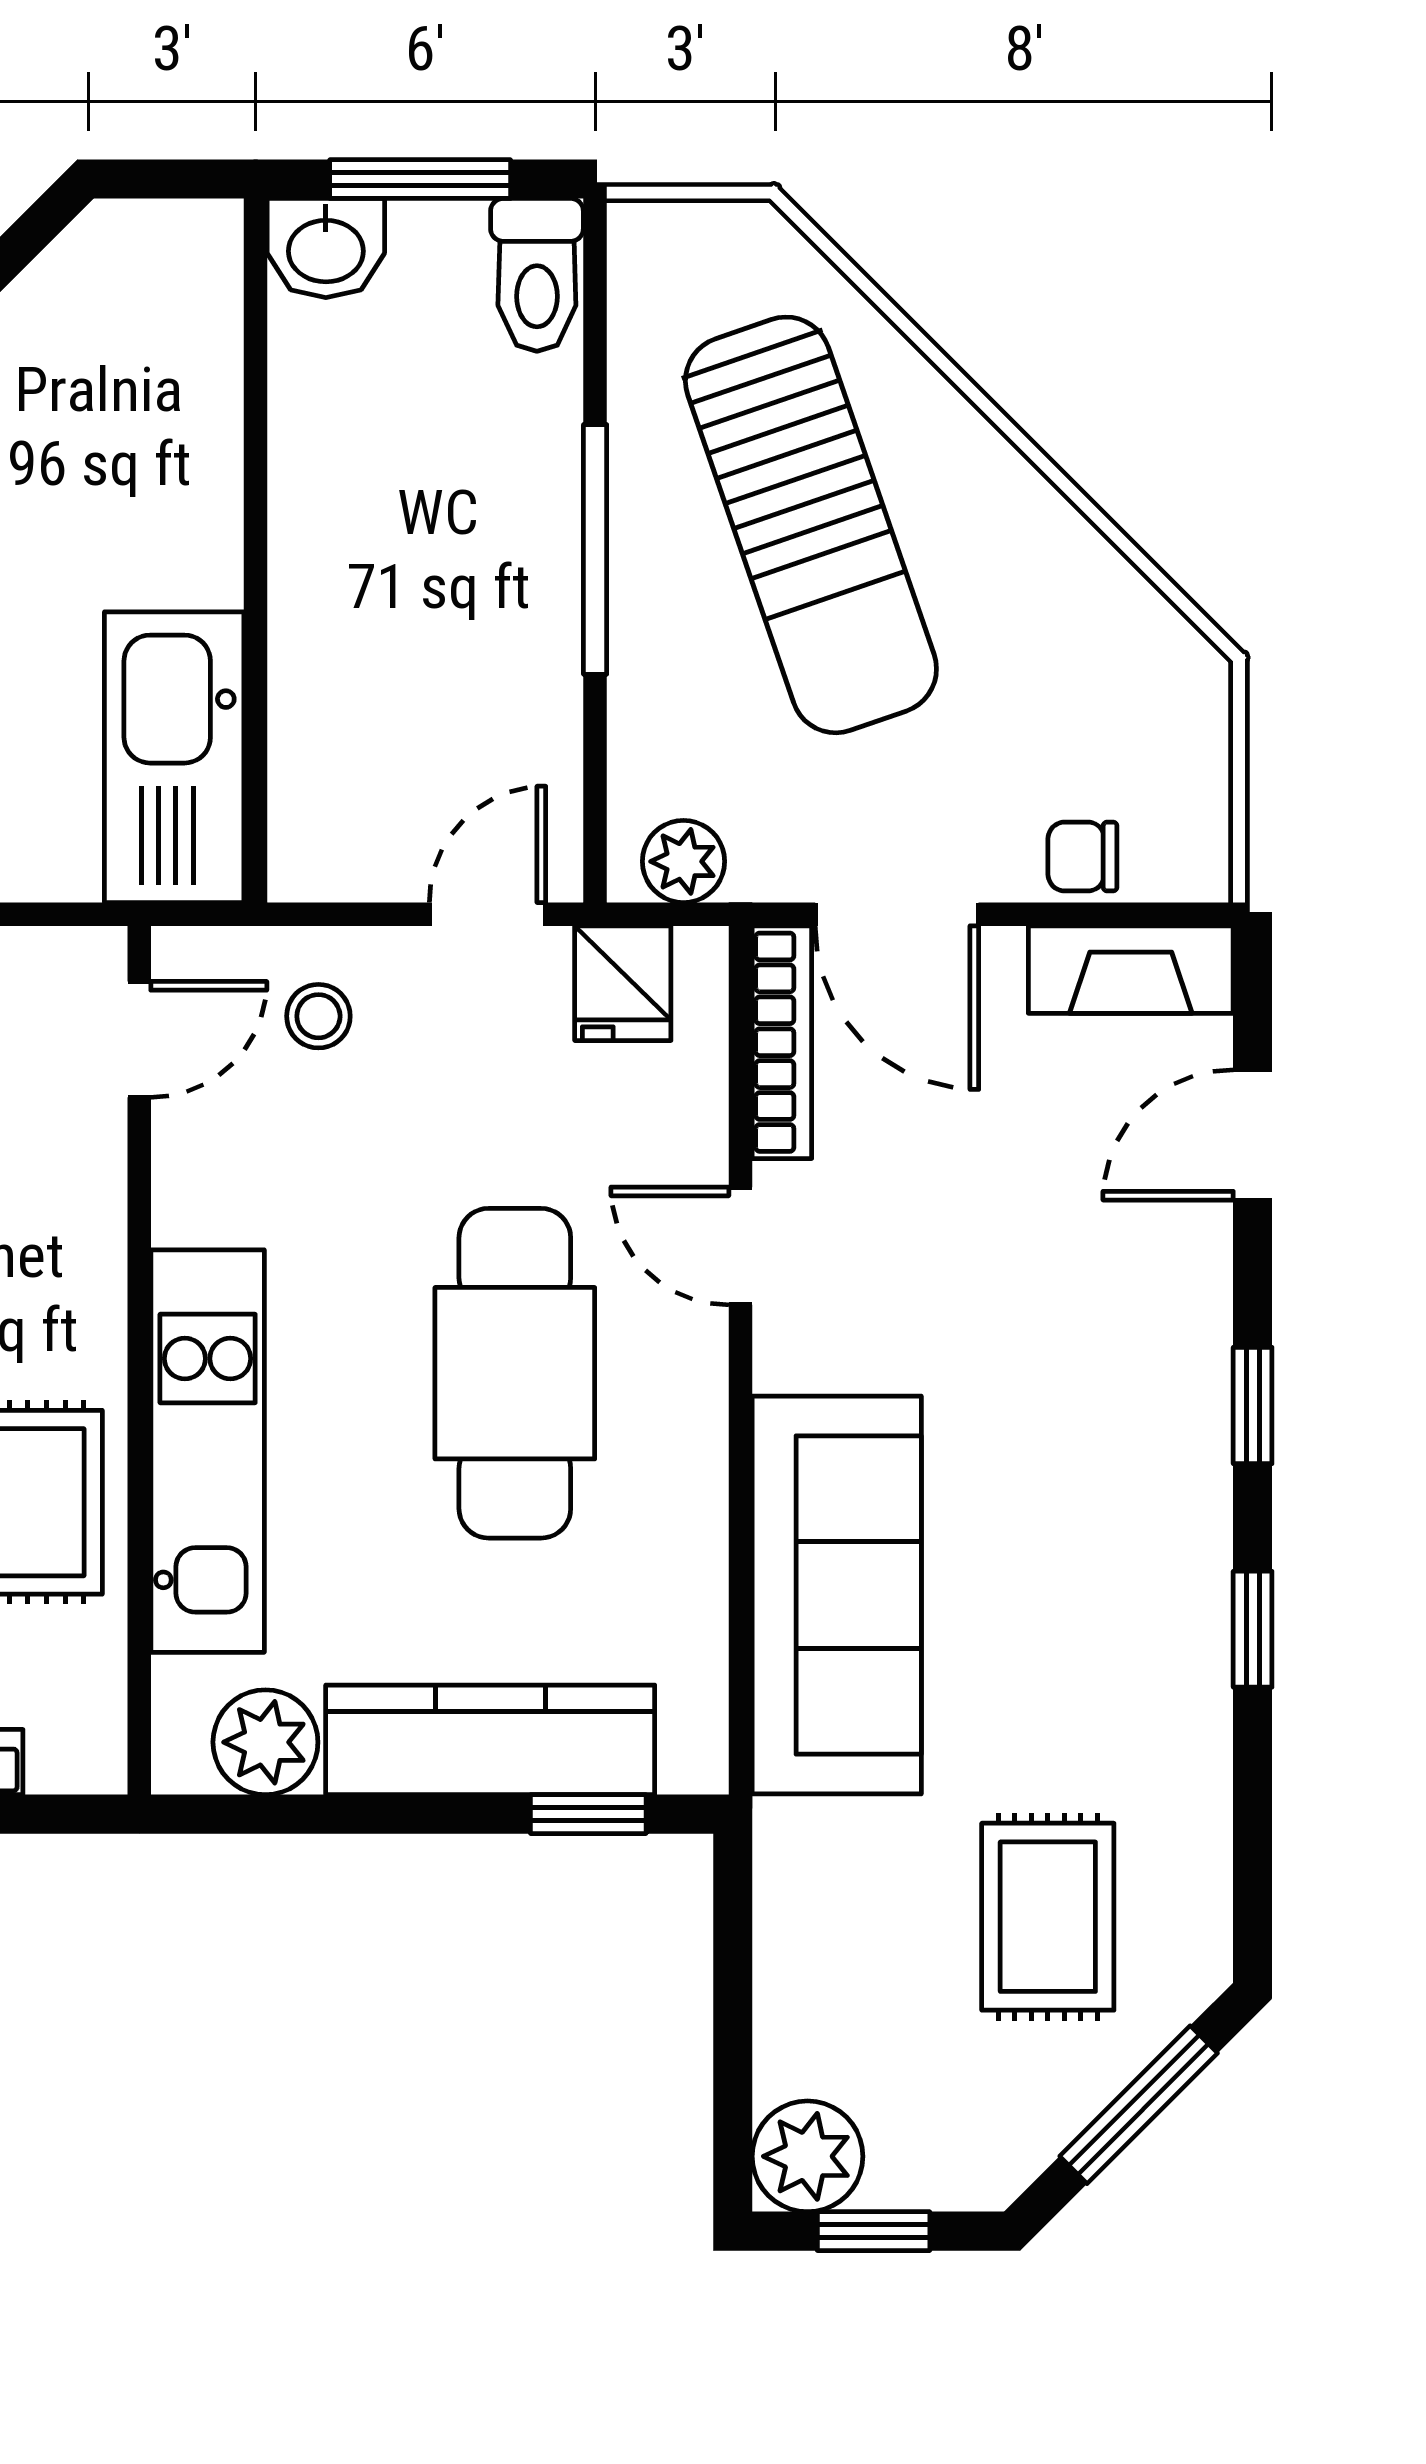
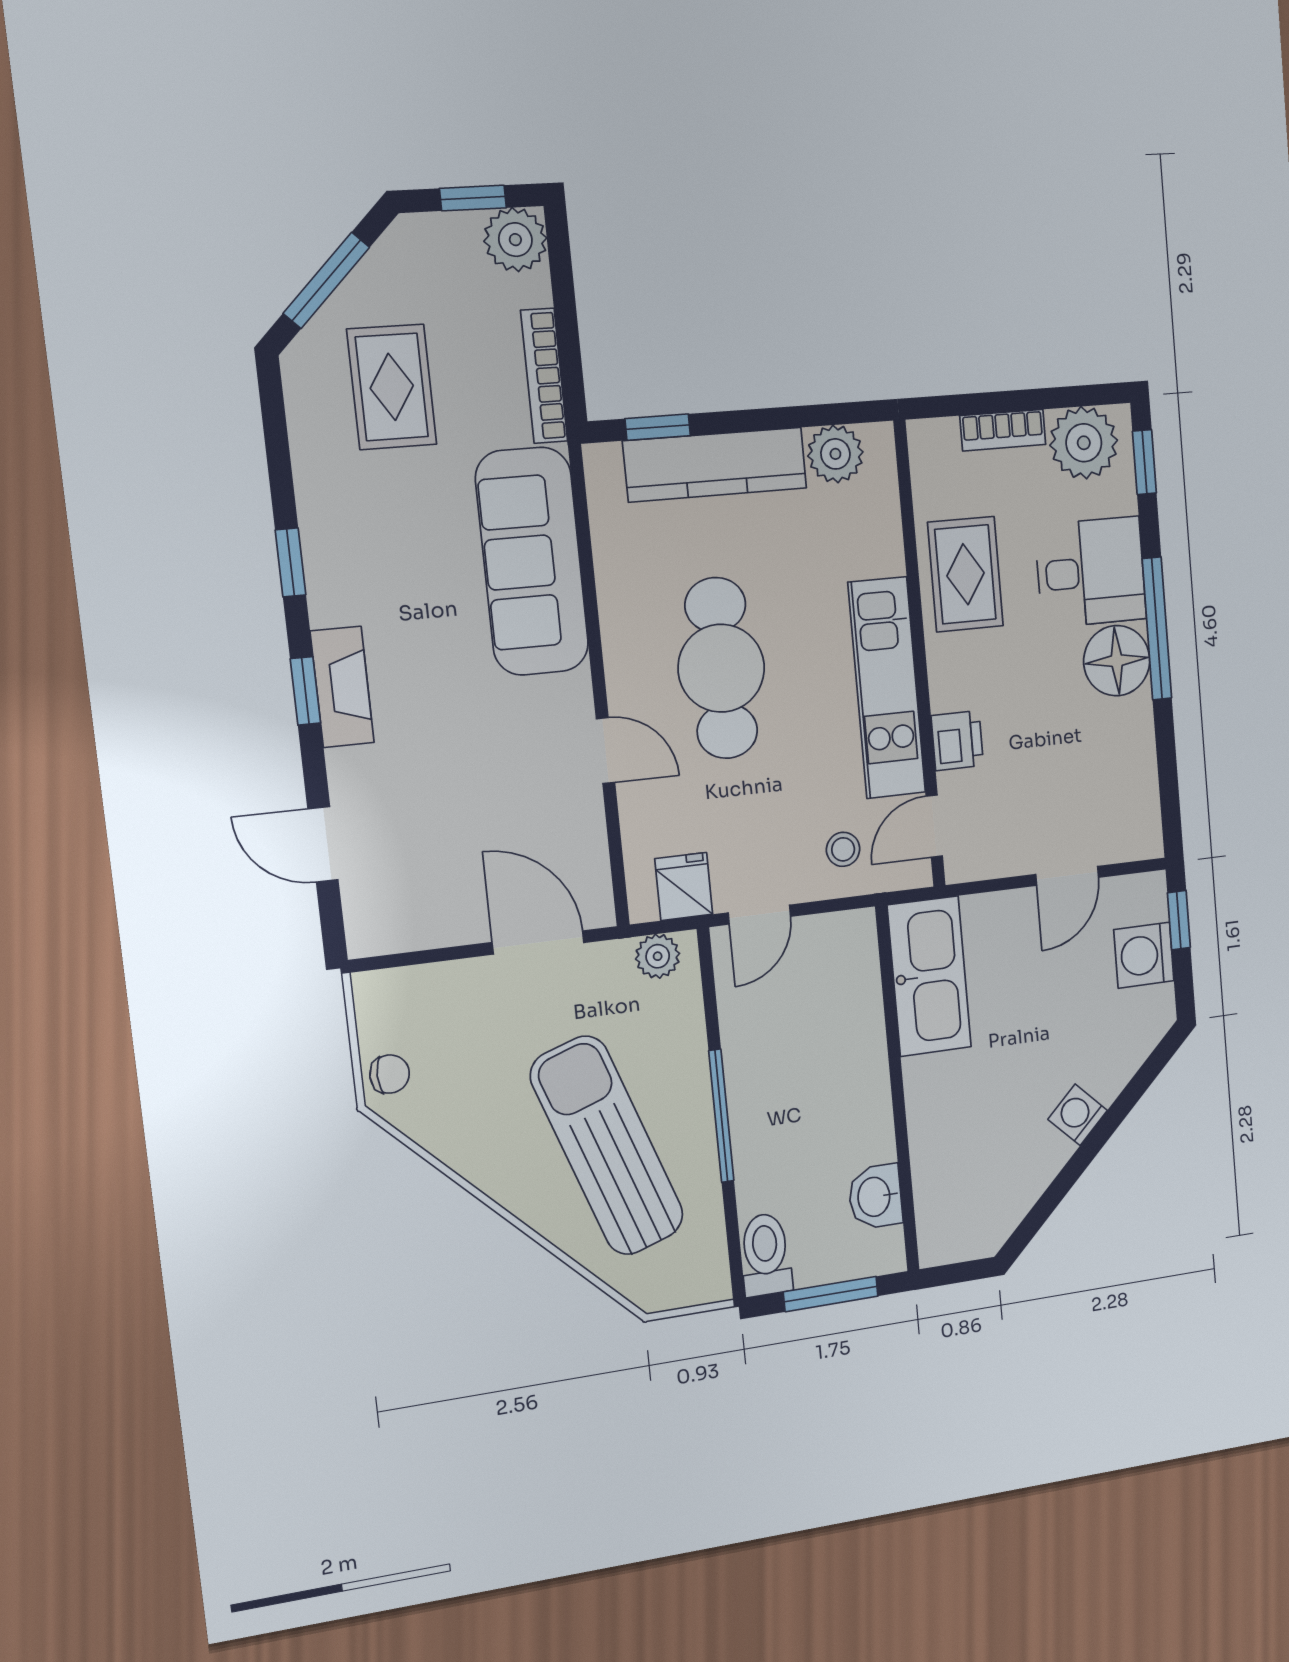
washbasin: (326, 248) -> (875, 1197), moved, turned -90
chair: (1082, 857) -> (390, 1074), moved
fireplace: (1131, 970) -> (342, 687), moved, turned 90
bookcase: (782, 1042) -> (544, 376), moved
door: (1253, 1135) -> (323, 844), swing flipped
printer: (80, 1195) -> (957, 741), added
kitchen unit: (208, 1451) -> (887, 688), moved

